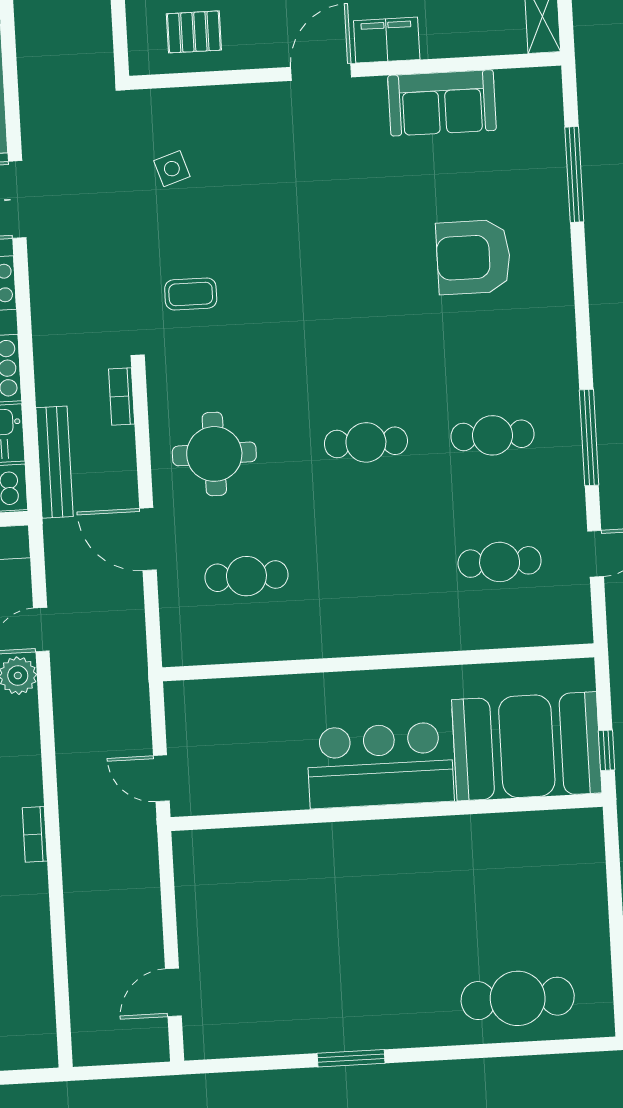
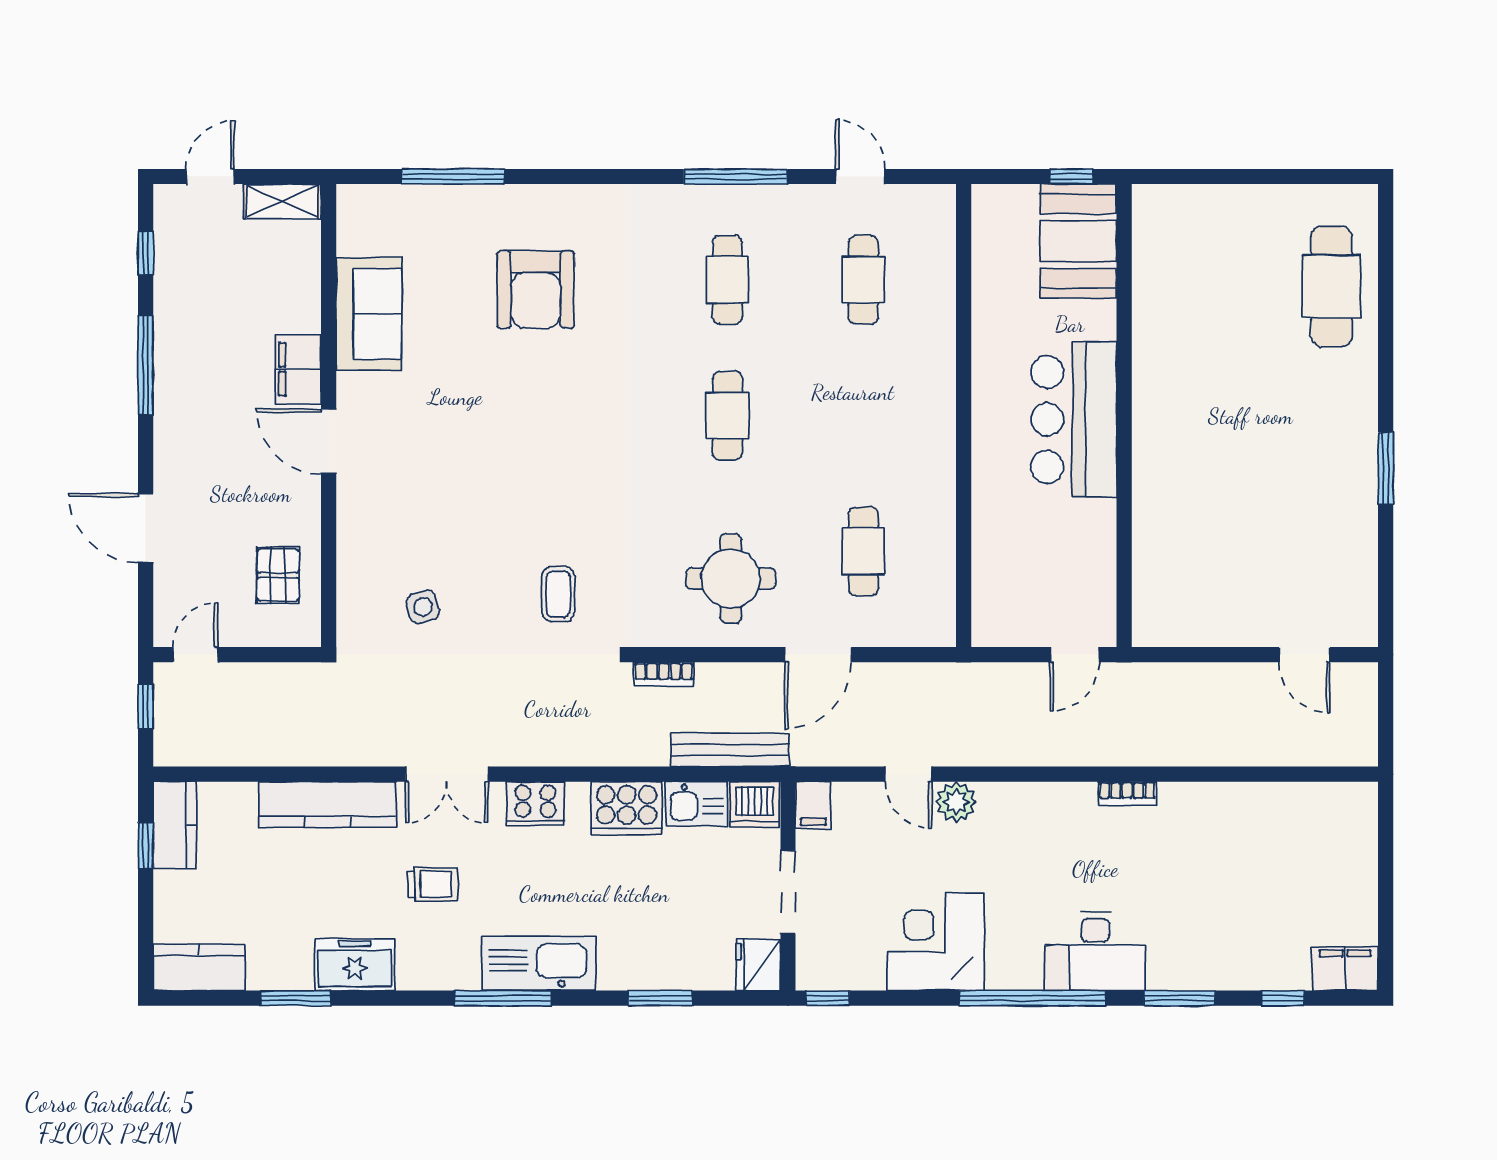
booth: (527, 746) -> (1078, 241), width x0.73, depth x0.70

